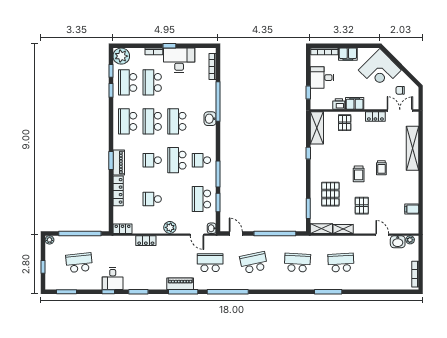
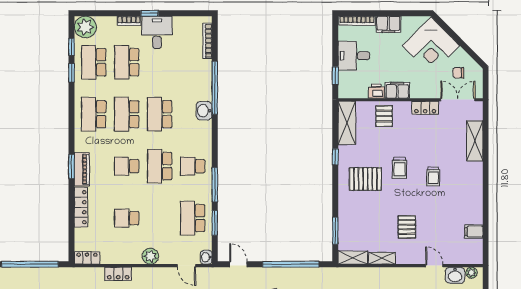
desk: (179, 60) -> (157, 32), width x0.73
shelving: (412, 148) -> (475, 141), width x0.68
trolley: (359, 174) -> (400, 168), moved
pallet: (330, 194) -> (365, 179), moved, turned 90

